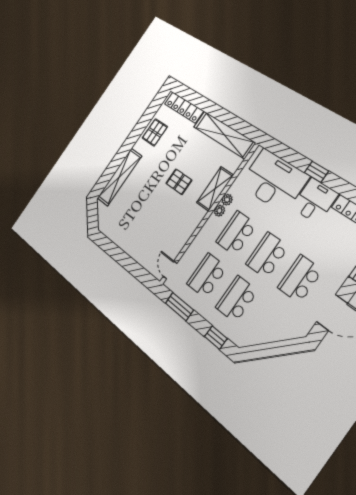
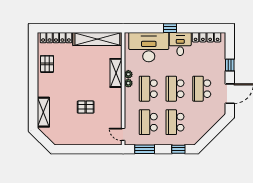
shelving: (119, 177) -> (43, 112), width x0.68
pallet: (179, 182) -> (86, 107), moved

